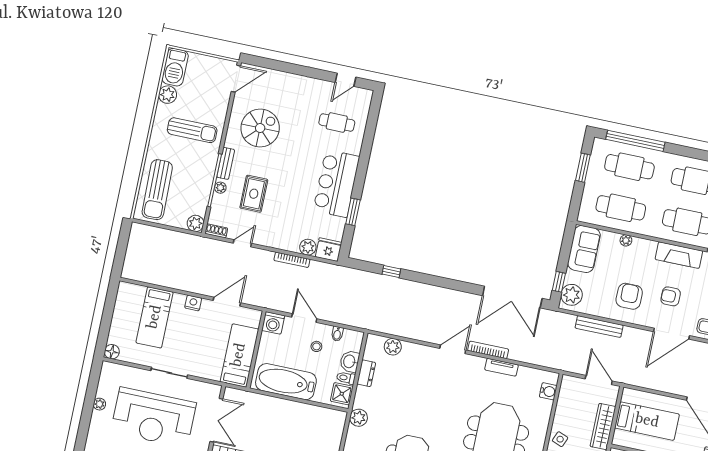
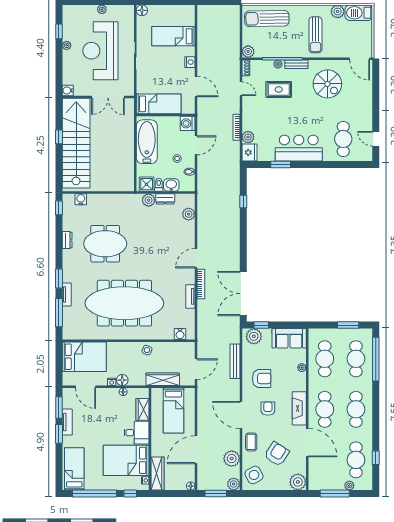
cafe table: (337, 123) -> (343, 139), width x1.37, depth x1.35
door: (453, 349) -> (196, 258), swing flipped
plant: (359, 418) -> (149, 200), moved

